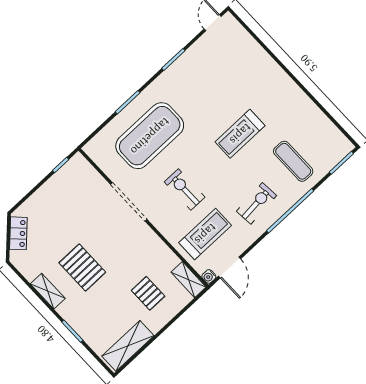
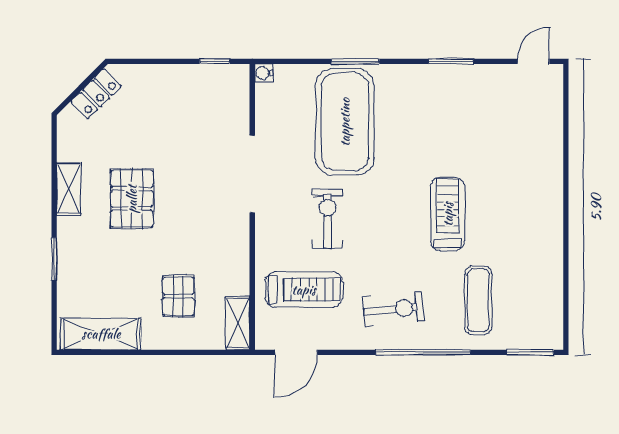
treadmill: (240, 134) -> (448, 214), turned 90
exercise mat: (150, 136) -> (345, 122), turned 90
water cooler: (209, 276) -> (264, 73), moved

